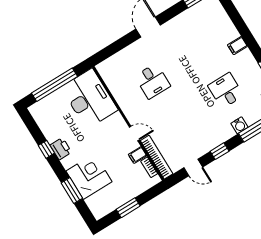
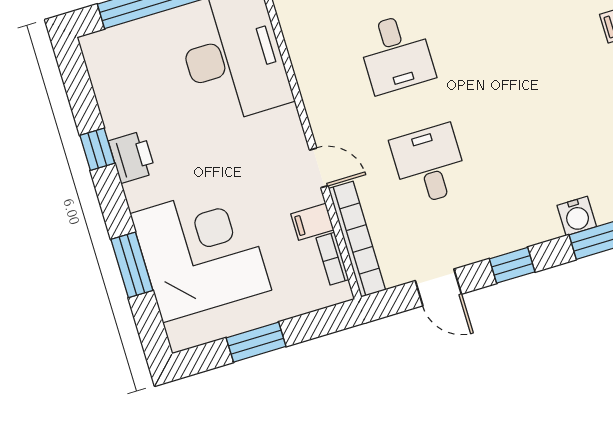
desk: (226, 91) -> (429, 165), moved
corner desk: (89, 176) -> (201, 252), width x1.36, depth x1.36

